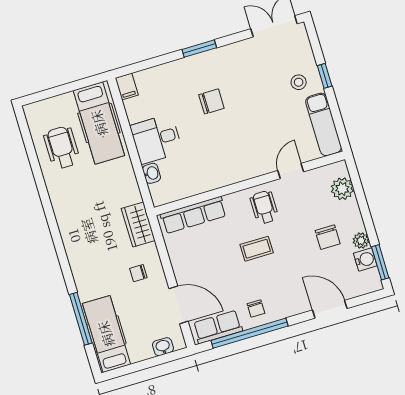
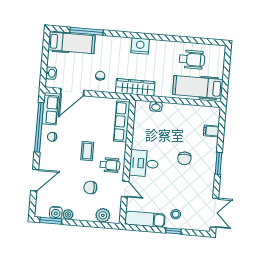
filing cabinet: (127, 86) -> (211, 131), moved
desk: (156, 139) -> (144, 163), moved, turned -90
wardrobe: (138, 225) -> (135, 87), width x1.50
nightstand: (72, 231) -> (140, 46), added
chair: (328, 237) -> (90, 188), moved

